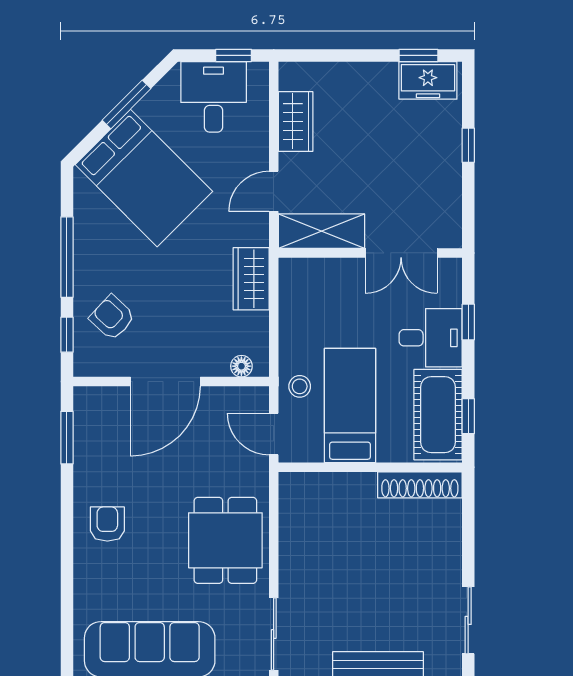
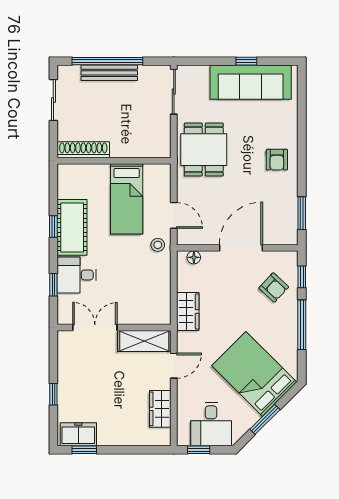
bed: (350, 406) -> (127, 199), moved
wall: (370, 467) -> (114, 161), moved
shoe rack: (420, 485) -> (83, 150), moved

